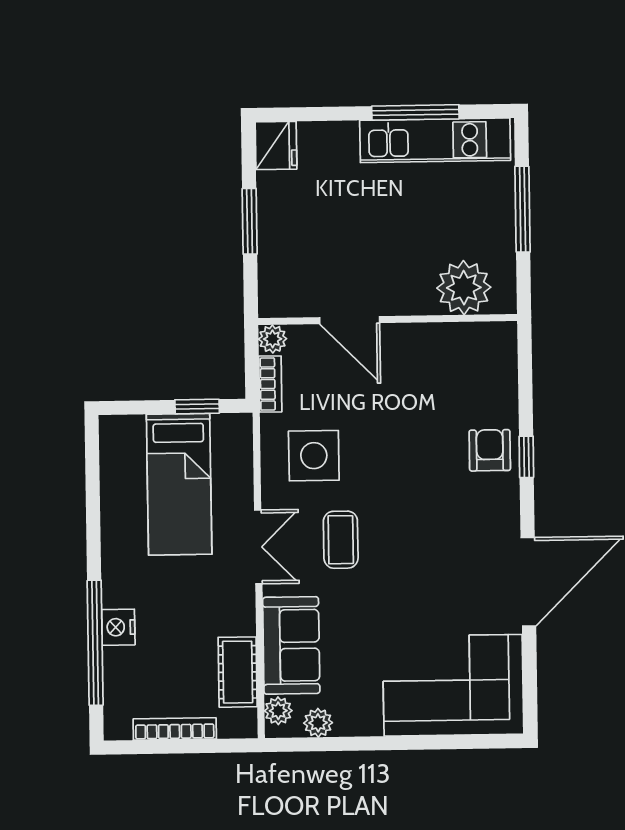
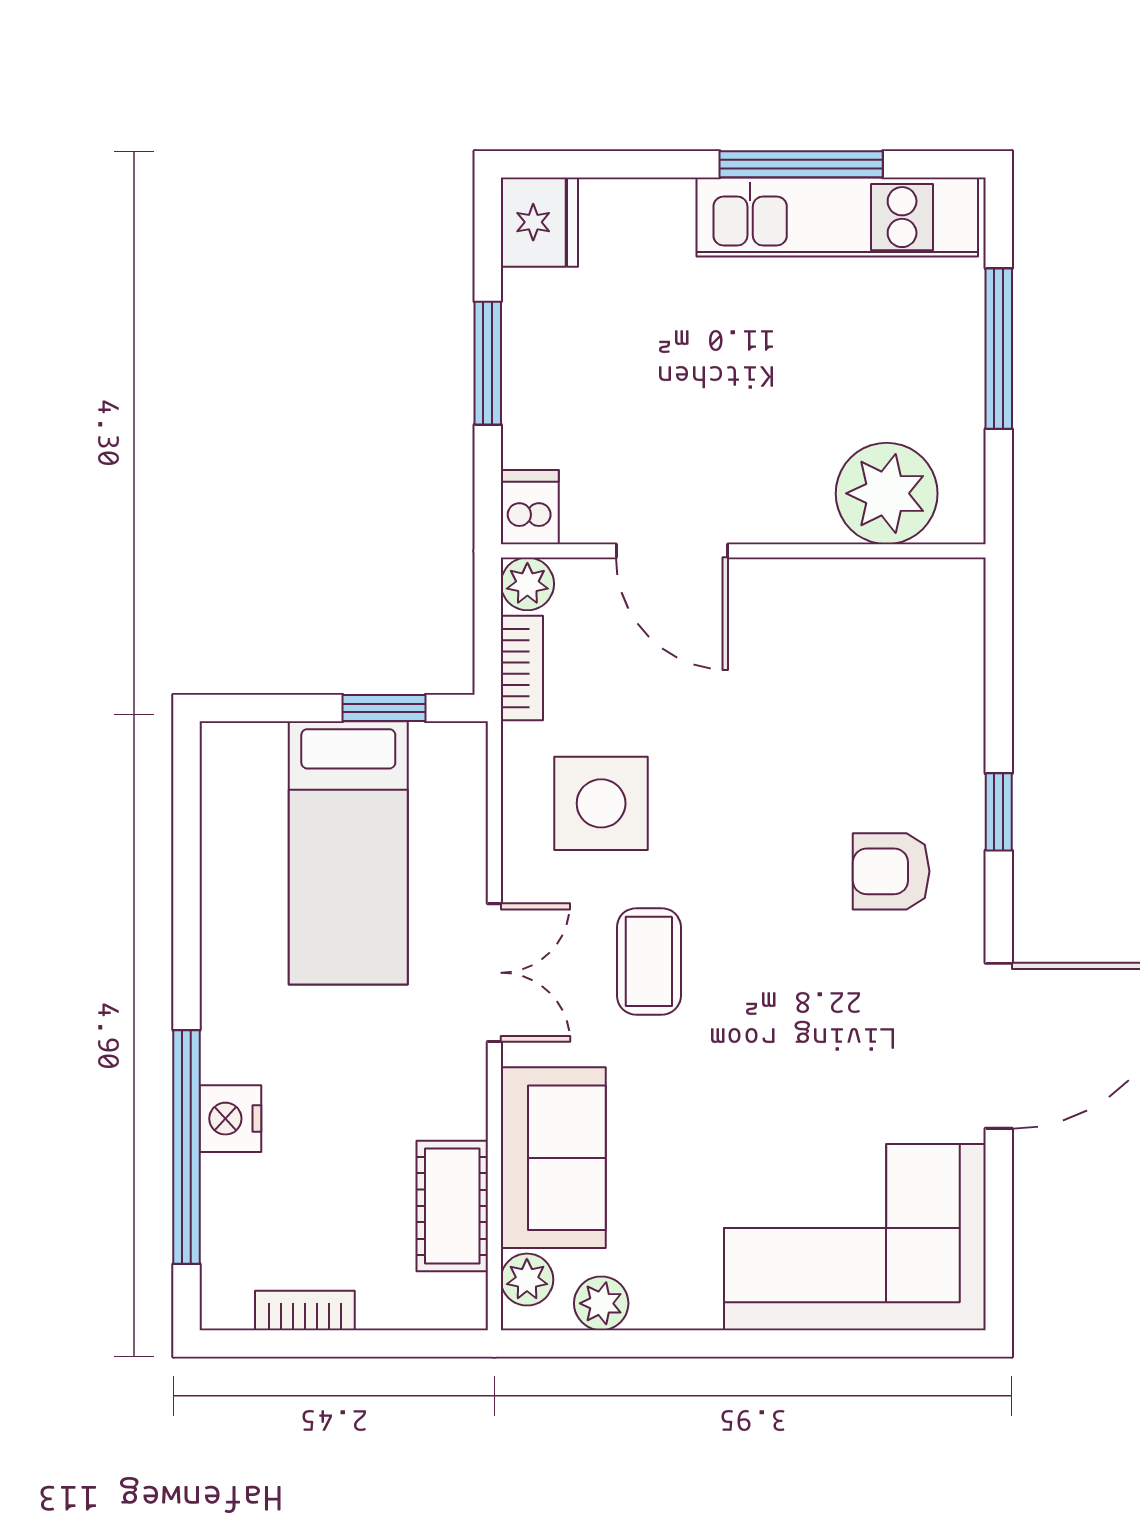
dishwasher: (273, 298) -> (530, 507), added
armchair: (490, 450) -> (891, 871), moved, turned -90
bookcase: (175, 729) -> (305, 1311), width x0.64

